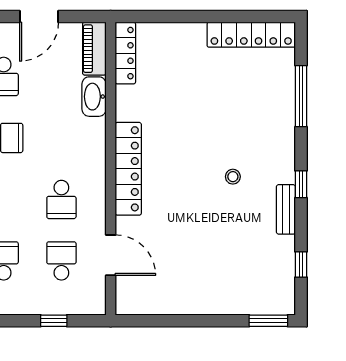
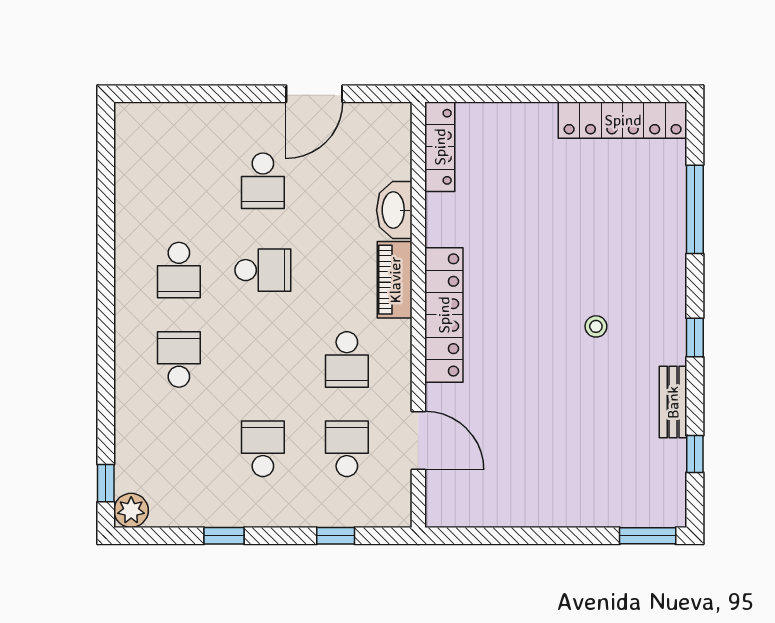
piano: (94, 49) -> (395, 280), moved
bench: (286, 209) -> (673, 402), moved

